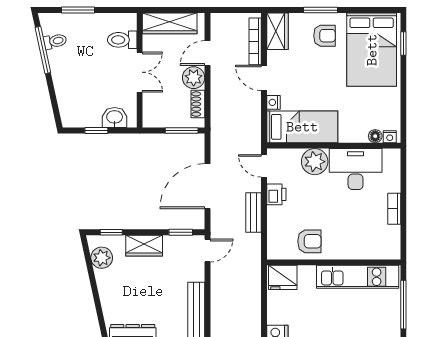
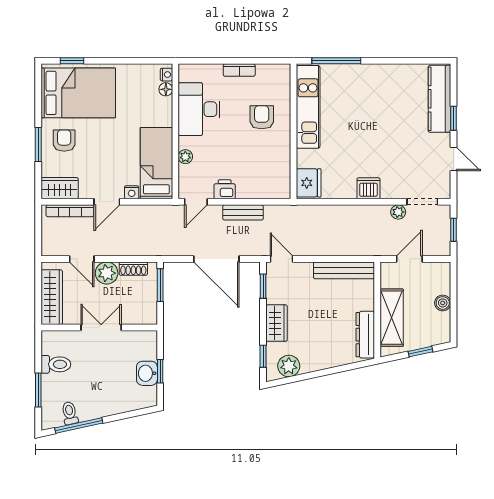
toilet: (122, 40) -> (56, 364), moved, turned -90
washbasin: (115, 117) -> (147, 373), moved
plant: (315, 162) -> (185, 157), width x0.53, depth x0.53
armchair: (309, 241) -> (262, 117), moved

